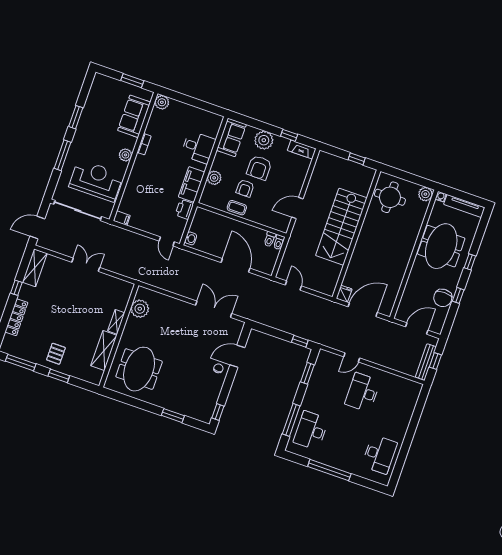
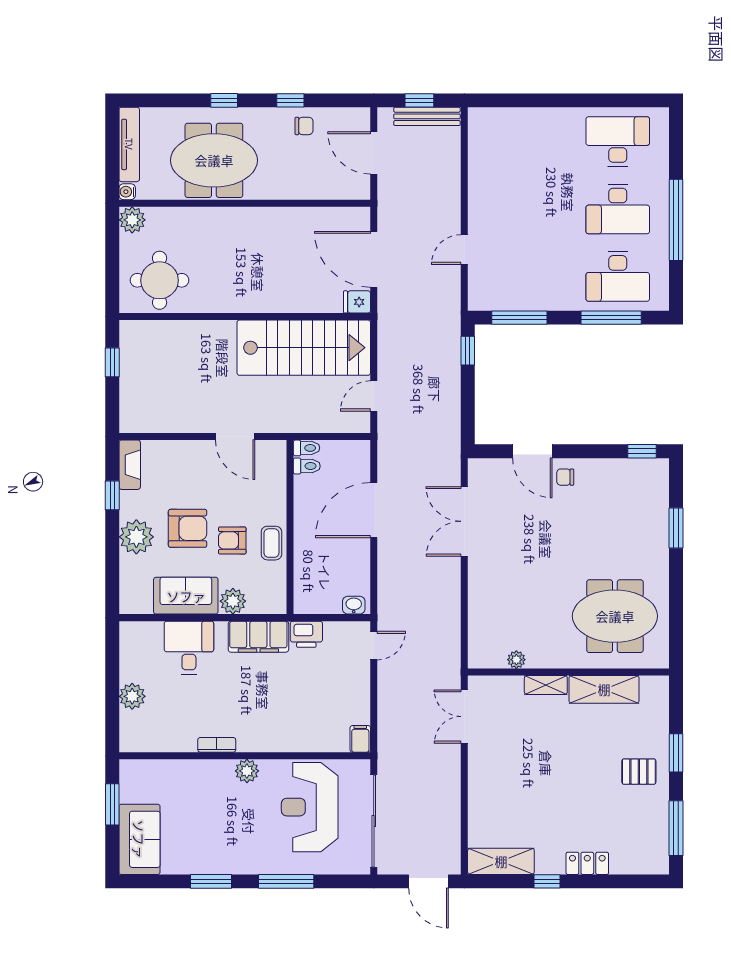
plant: (162, 102) -> (132, 696), moved
sofa: (134, 116) -> (139, 839), moved, turned -90
sofa: (231, 137) -> (186, 596), moved
armchair: (245, 188) -> (232, 540), turned 180
stairs: (341, 227) -> (304, 348), moved
double door: (86, 265) -> (464, 717), moved
chair: (443, 298) -> (304, 126), width x0.54, depth x0.54
plant: (140, 309) -> (516, 660), width x0.53, depth x0.53
locker: (16, 317) -> (587, 863), width x0.66
door: (352, 357) -> (464, 250), swing flipped
window: (307, 373) -> (519, 318), width x1.44
desk: (363, 392) -> (618, 209), moved

